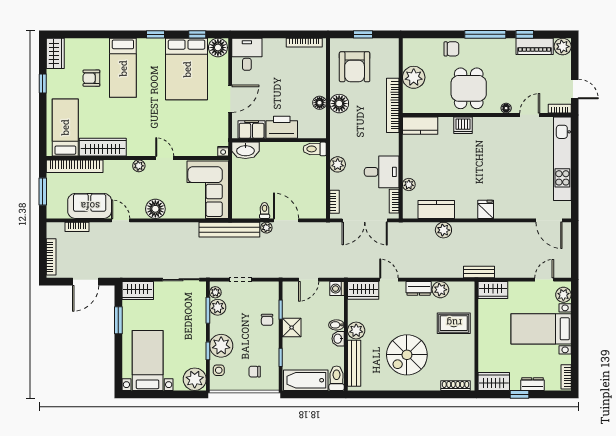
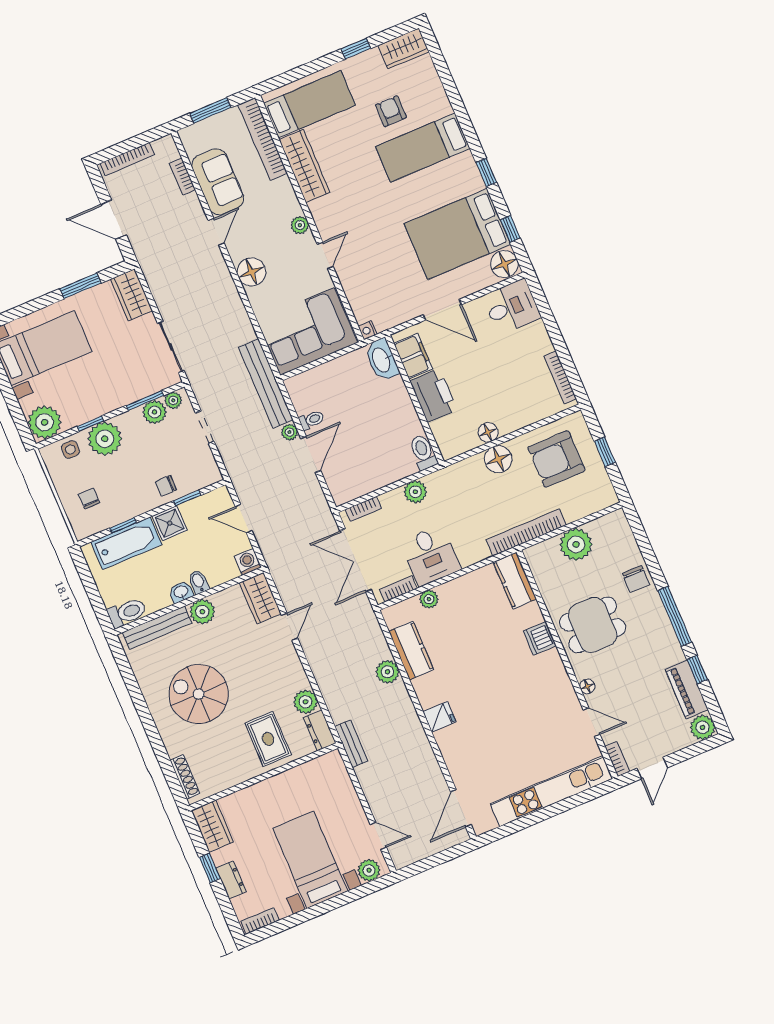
dresser: (419, 288) -> (320, 730), moved
wardrobe: (493, 290) -> (335, 773), removed
bathtub: (306, 380) -> (126, 543), moved, turned 90

